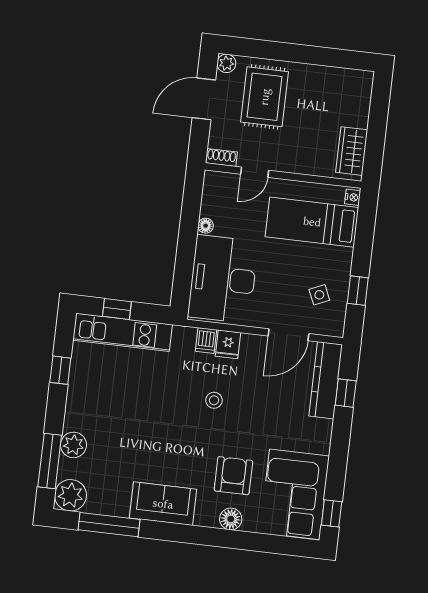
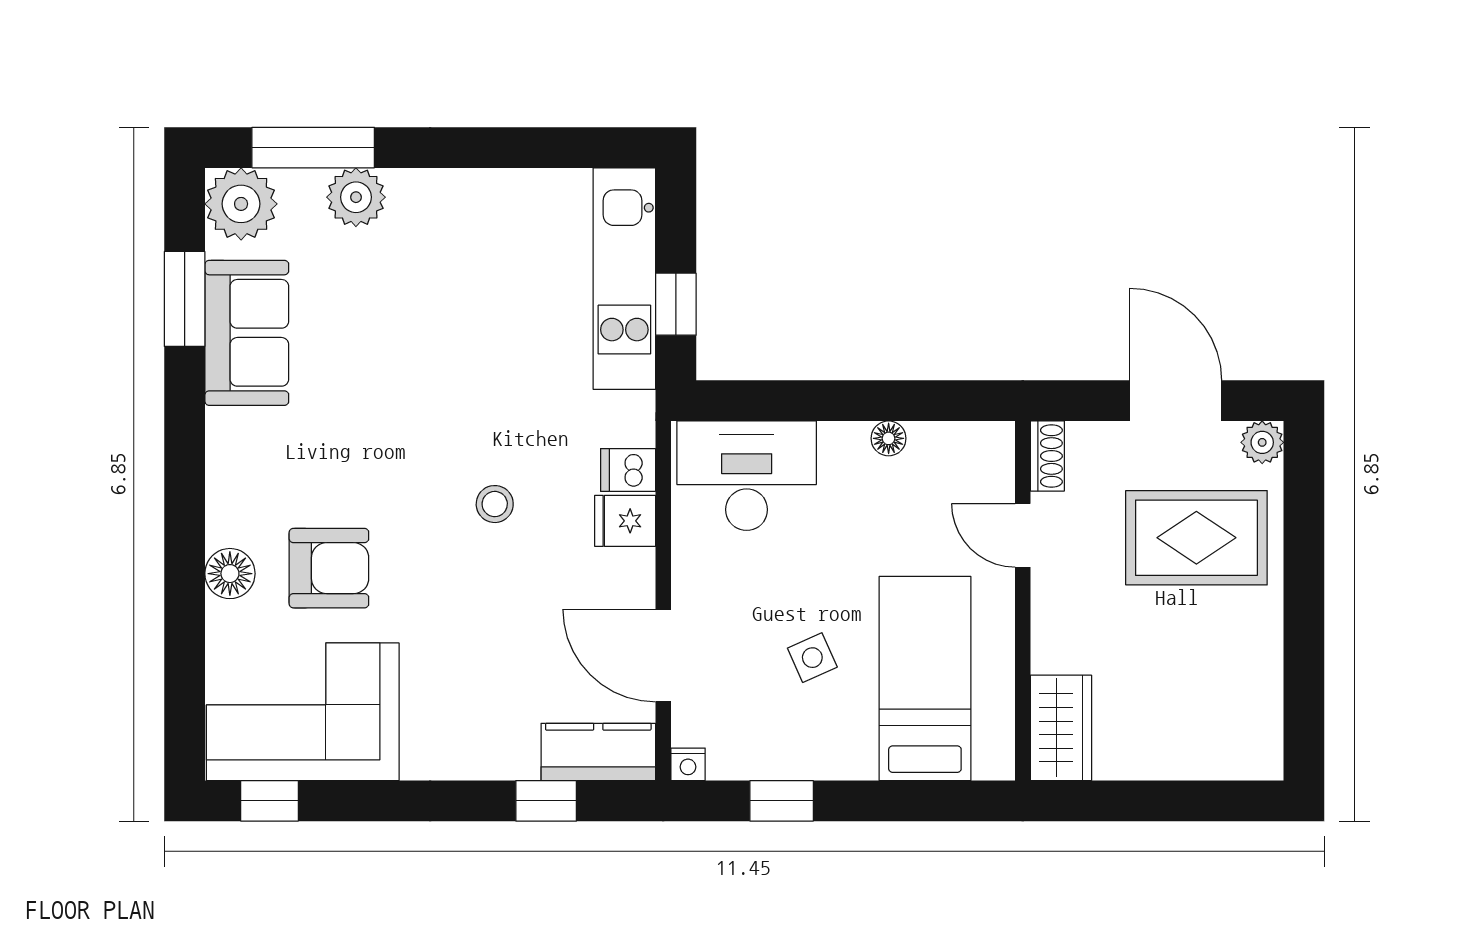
wardrobe: (352, 151) -> (1061, 728), moved, turned 90
nightstand: (353, 197) -> (688, 764), moved
desk: (223, 279) -> (747, 476), width x0.73, depth x0.77
side table: (319, 295) -> (812, 658), moved
window: (117, 309) -> (676, 304), moved
window: (60, 370) -> (522, 148), removed
kitchen counter: (326, 380) -> (598, 752), width x0.67
sofa: (163, 504) -> (247, 333), moved
window: (109, 525) -> (185, 299), width x0.69

